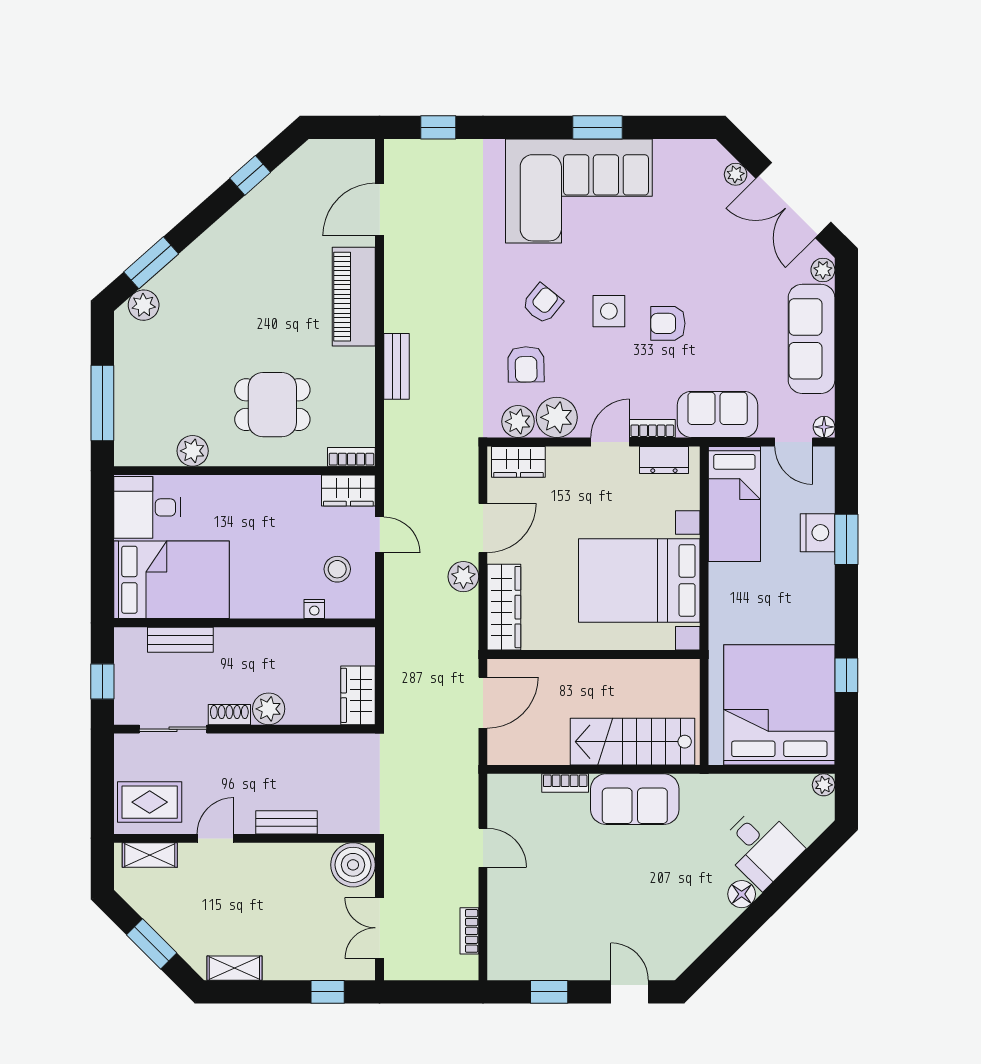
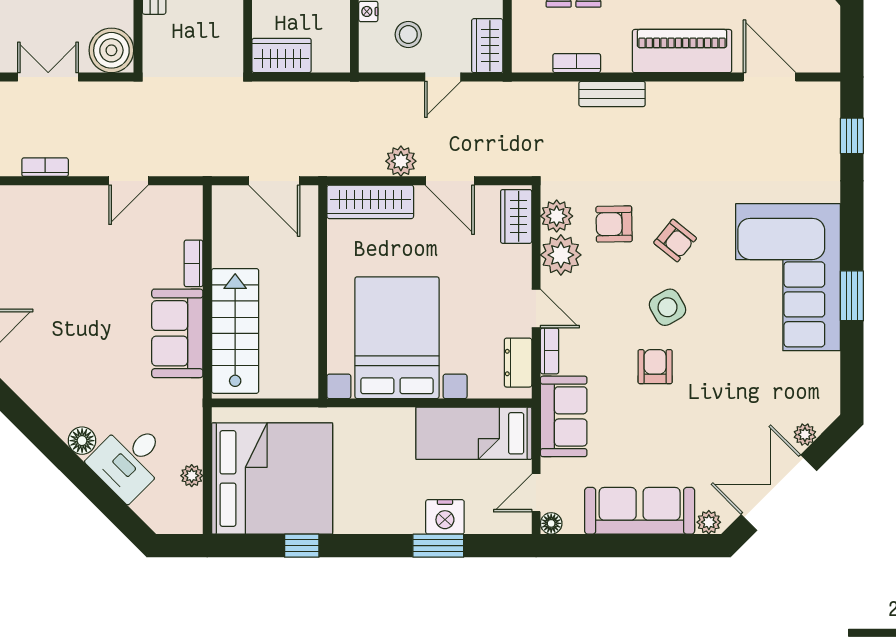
side table: (609, 311) -> (668, 307), turned -30
bookcase: (351, 457) -> (577, 63), moved, turned -90
plant: (824, 785) -> (192, 476), moved

